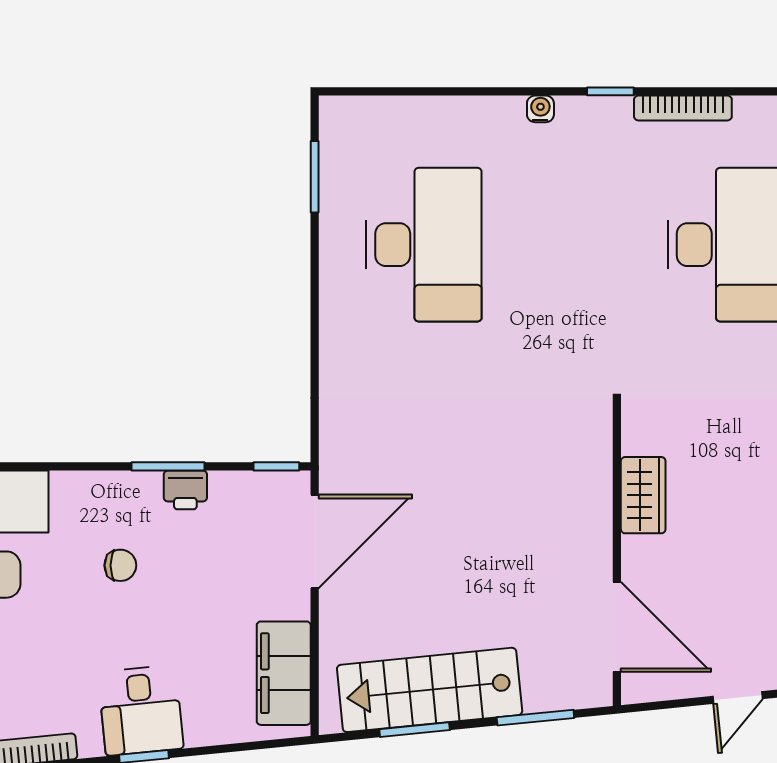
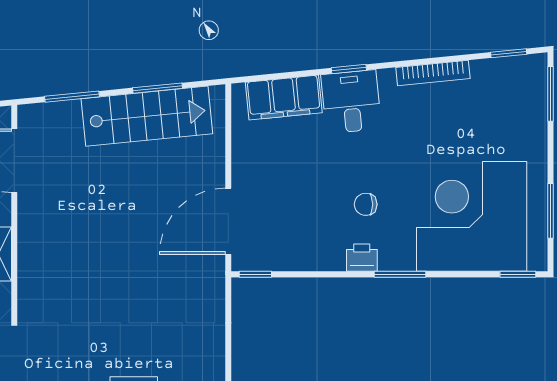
window: (168, 466) -> (400, 274), moved
printer: (185, 490) -> (362, 258), moved
filing cabinet: (284, 673) -> (284, 98), moved, turned 84

